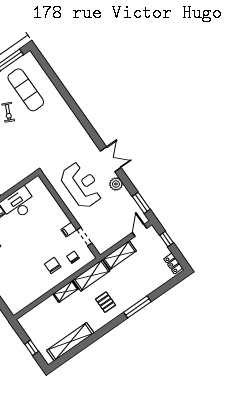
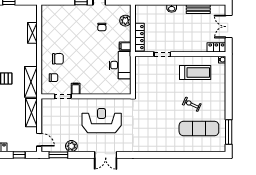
plant: (116, 184) -> (71, 146), moved
reception desk: (82, 185) -> (102, 121), turned 180
shelving: (66, 291) -> (32, 33), moved

